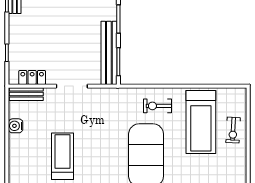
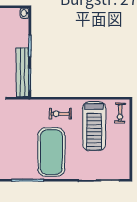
exercise bike: (233, 130) -> (120, 113), moved

